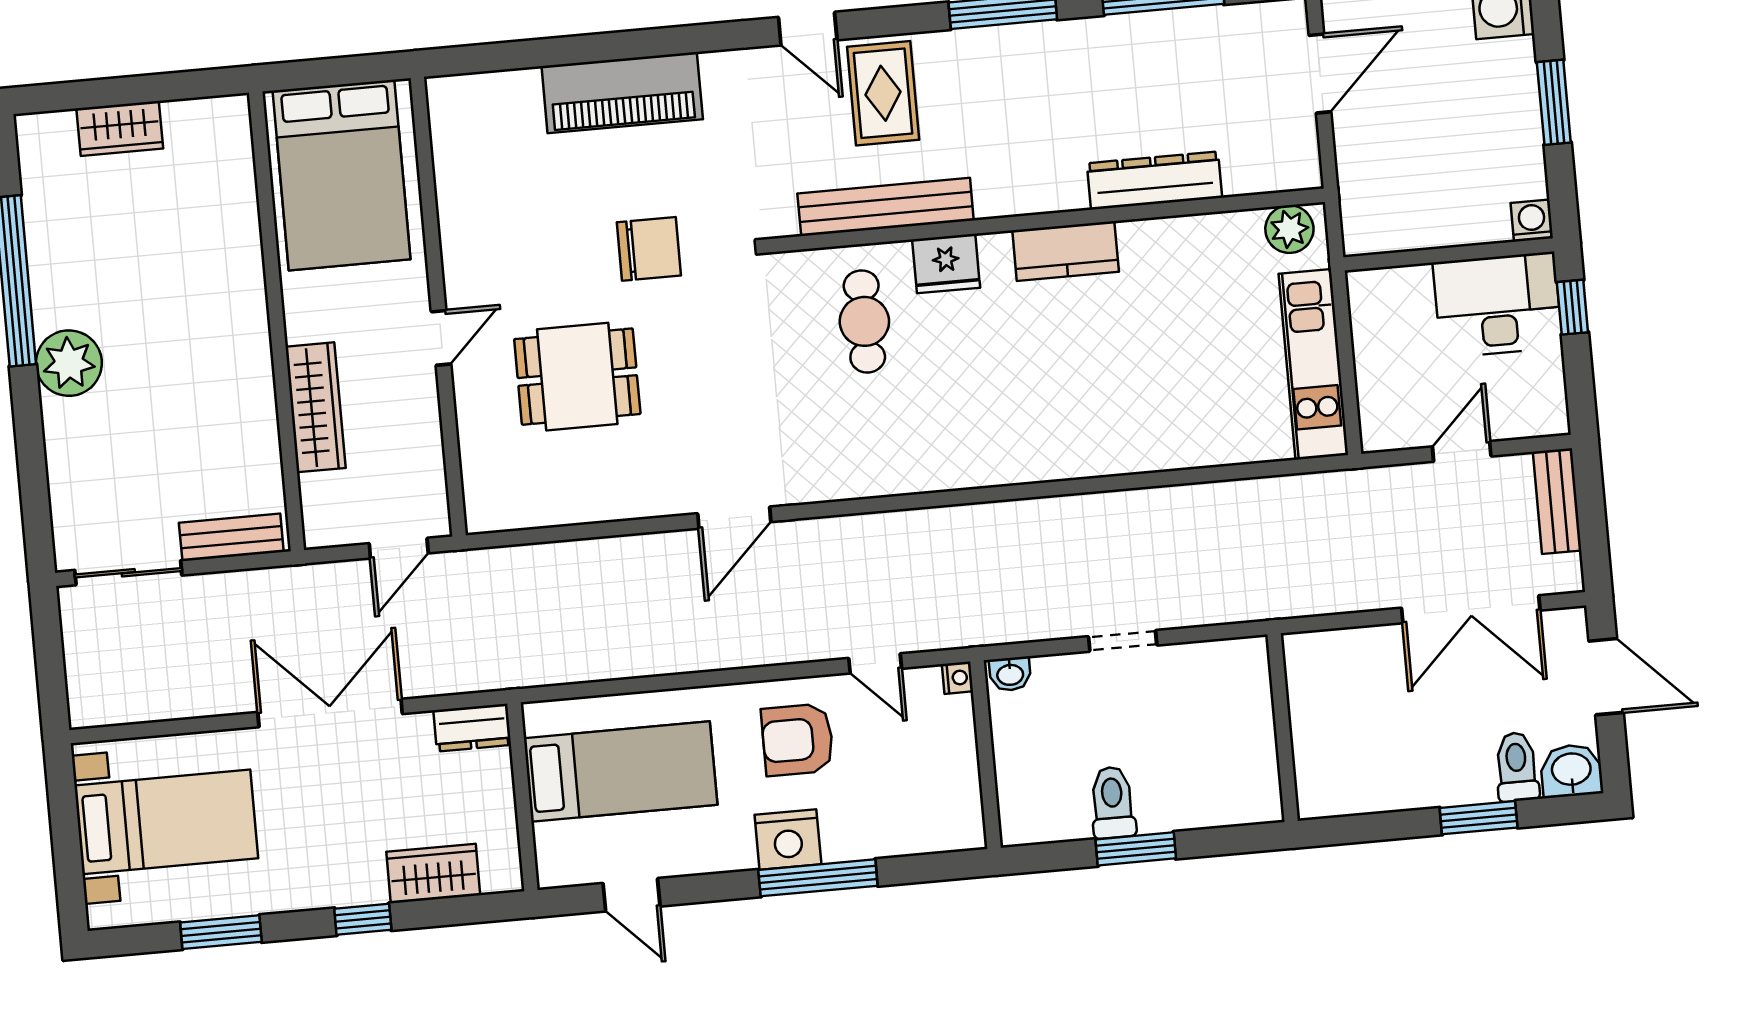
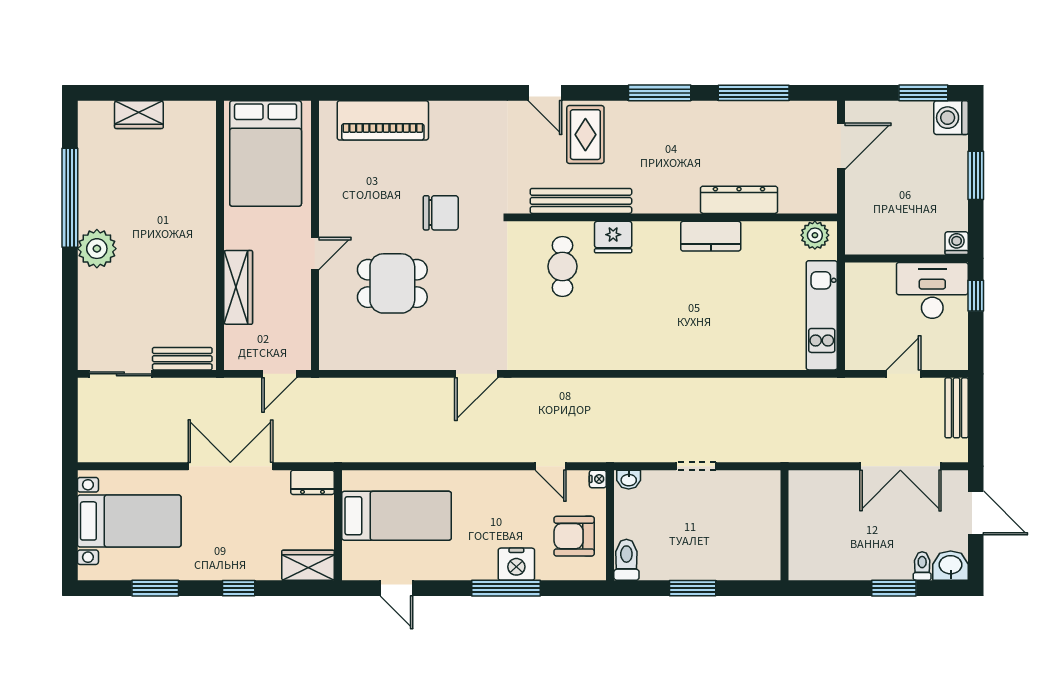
piano: (622, 93) -> (383, 120), moved
kitchen counter: (1066, 251) -> (711, 236), moved
armchair: (797, 740) -> (574, 536), moved
toilet: (1517, 767) -> (922, 566), width x0.73, depth x0.72
toilet: (1113, 802) -> (626, 560), moved
nightstand: (788, 839) -> (516, 564), moved
wardrobe: (433, 874) -> (308, 565), moved

